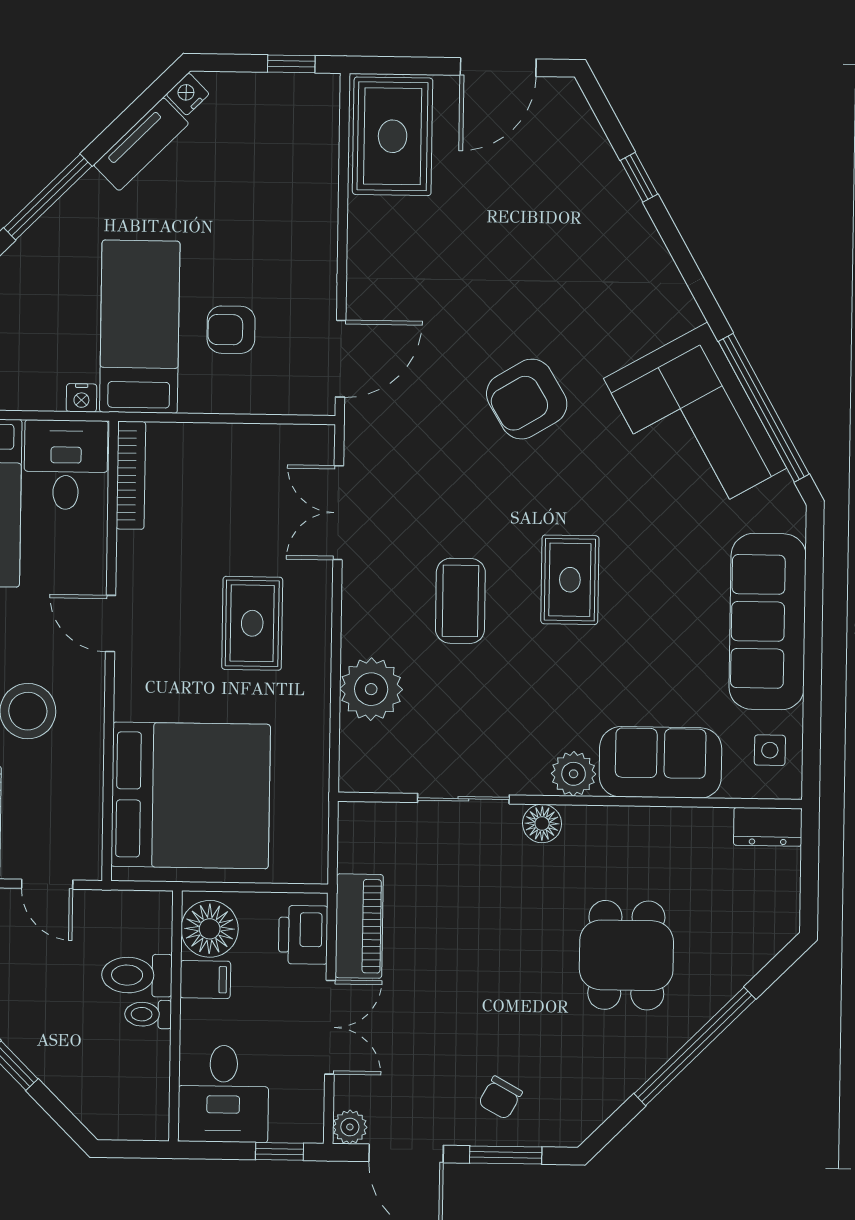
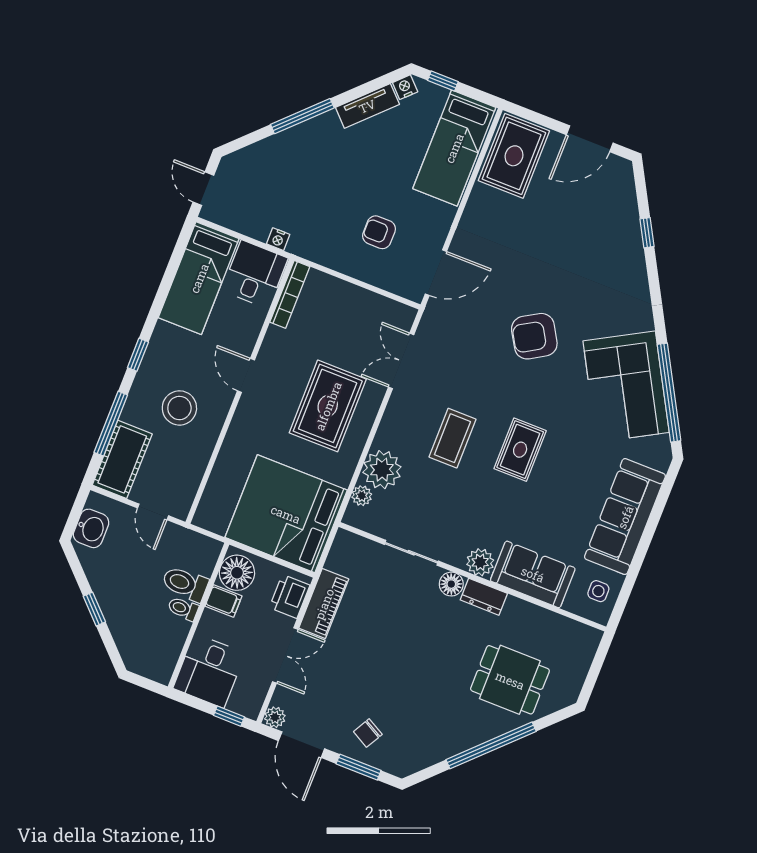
window: (291, 64) -> (443, 81), moved
bed: (140, 327) -> (454, 148), moved, turned 180
rug: (252, 623) -> (328, 406), width x1.36, depth x1.43
plant: (355, 740) -> (362, 496), added
bed: (191, 795) -> (286, 514), moved, turned 180
dresser: (768, 827) -> (484, 597), moved
dining table: (626, 955) -> (510, 680), moved, turned 90

